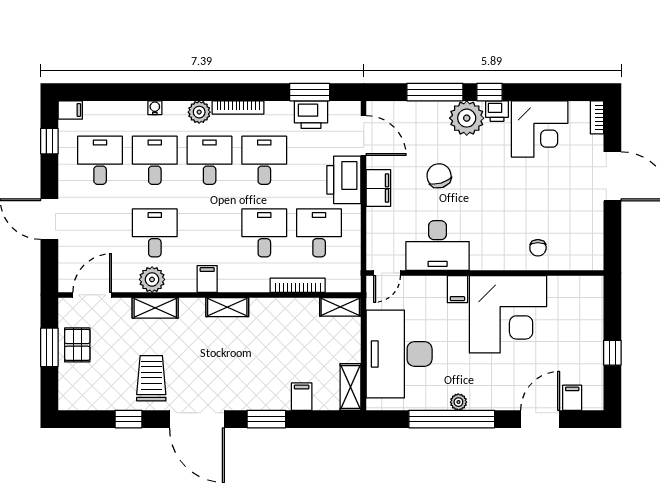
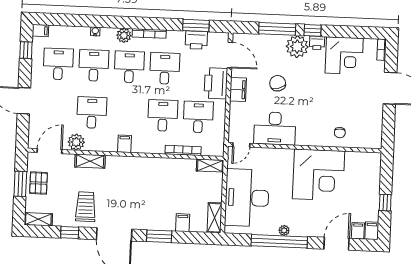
plant: (152, 279) -> (76, 142), moved
filing cabinet: (457, 289) -> (372, 231), moved, turned 180
shelving: (227, 307) -> (38, 219), moved

